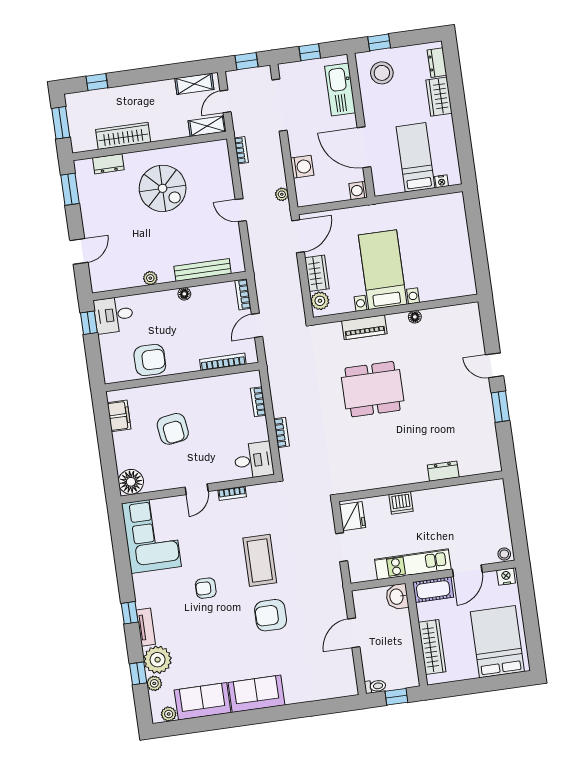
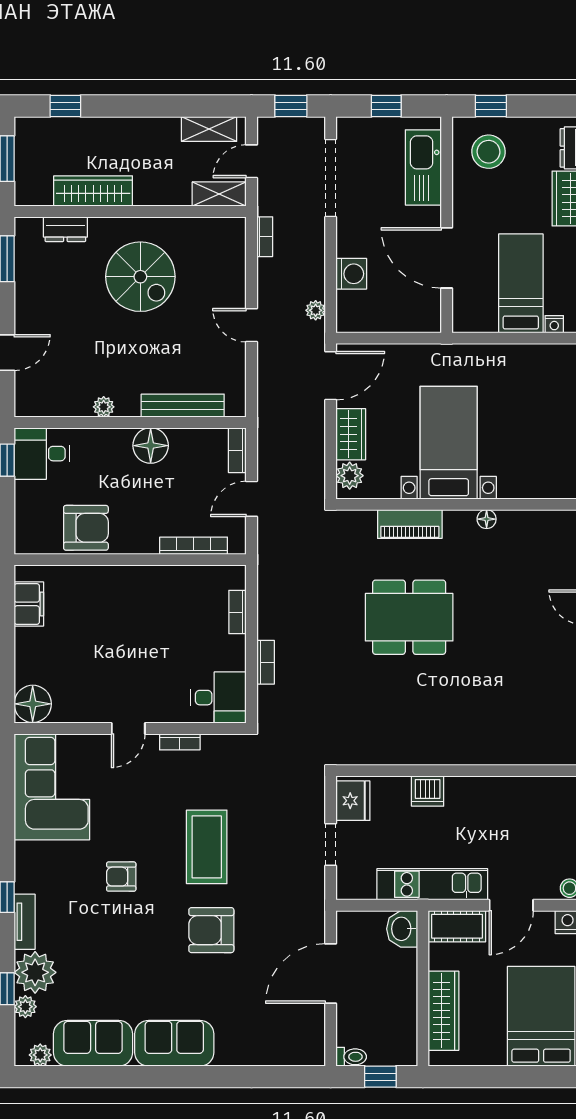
washing machine: (358, 190) -> (429, 320), removed
floor lamp: (184, 294) -> (151, 446), width x1.89, depth x1.89
armchair: (173, 429) -> (105, 634), removed
dresser: (443, 471) -> (497, 753), removed
door: (354, 633) -> (331, 973), width x1.36

